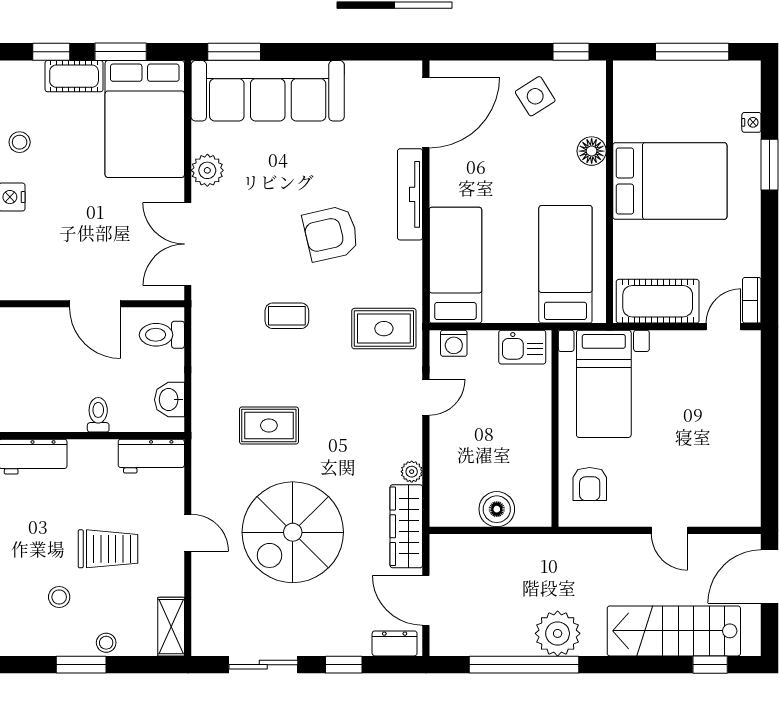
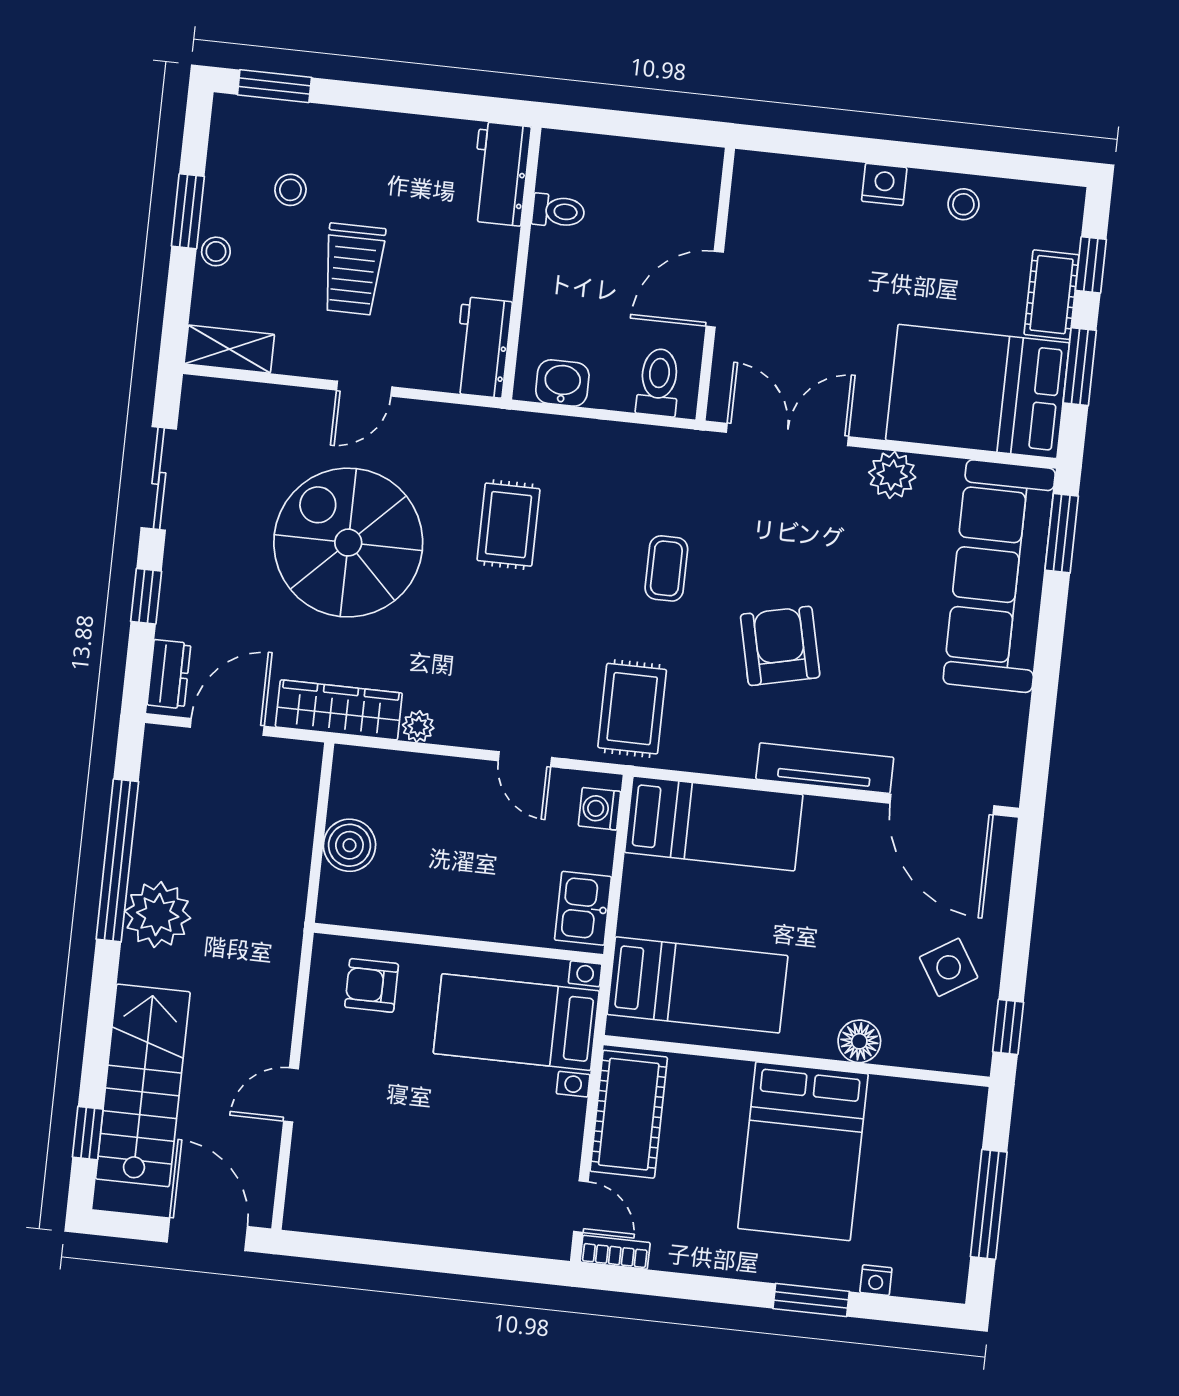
toilet: (98, 415) -> (558, 211), moved

